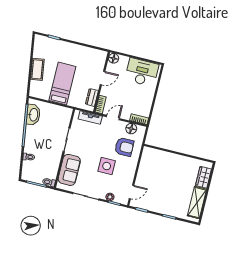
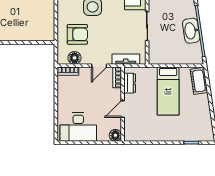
cot: (37, 69) -> (199, 81), moved
washbasin: (33, 115) -> (191, 31), moved
armchair: (124, 147) -> (77, 34), turned 180

